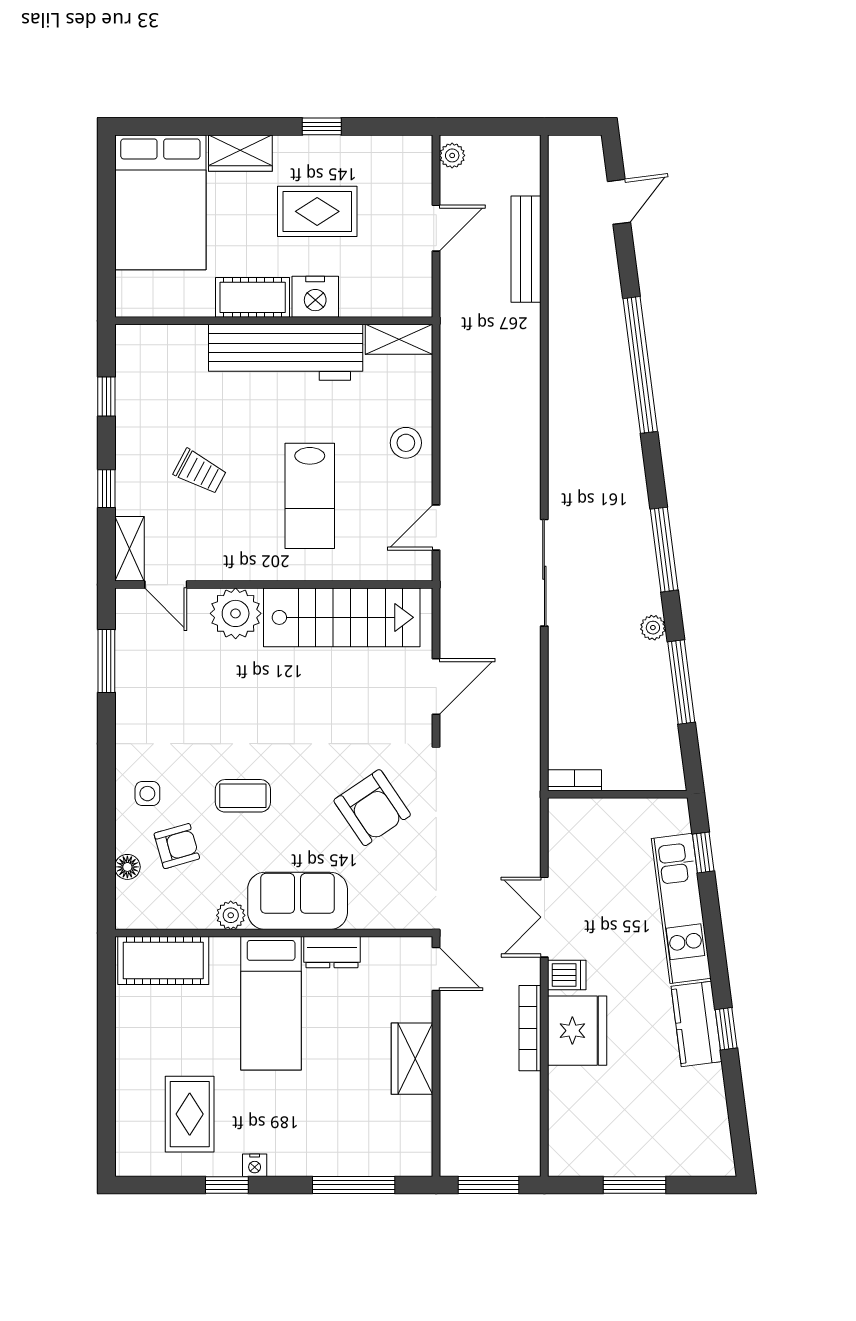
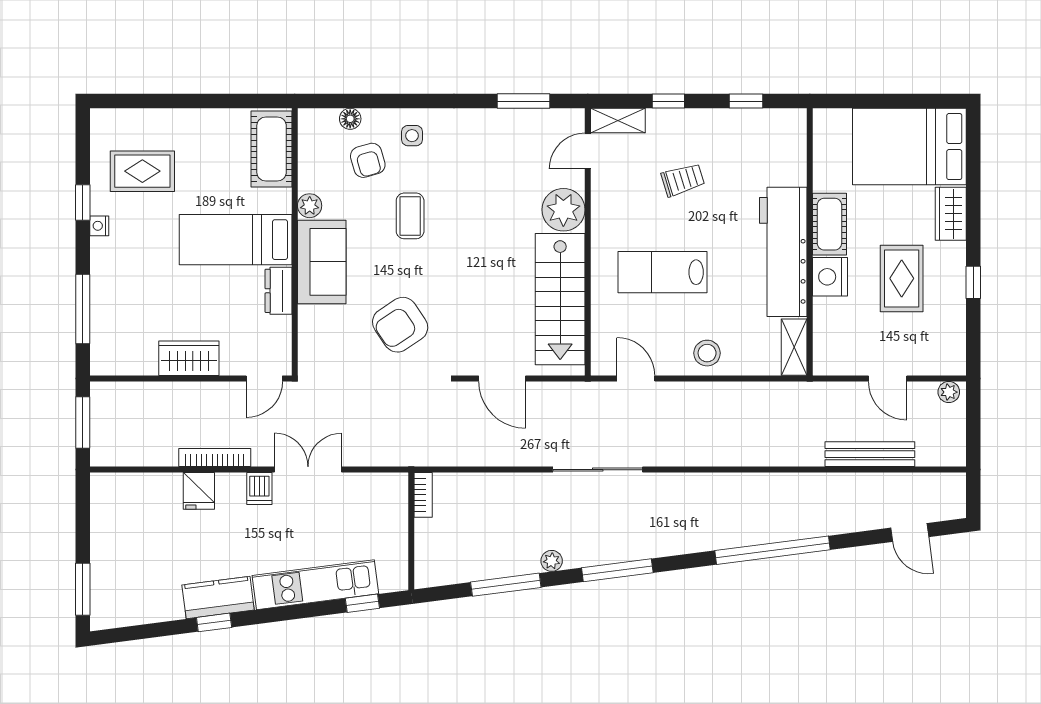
trolley: (200, 472) -> (683, 180), turned -135
fridge: (577, 1031) -> (199, 491), width x0.53, depth x0.75
window: (635, 1185) -> (83, 589), moved

